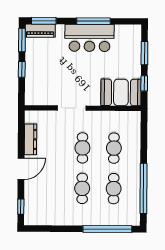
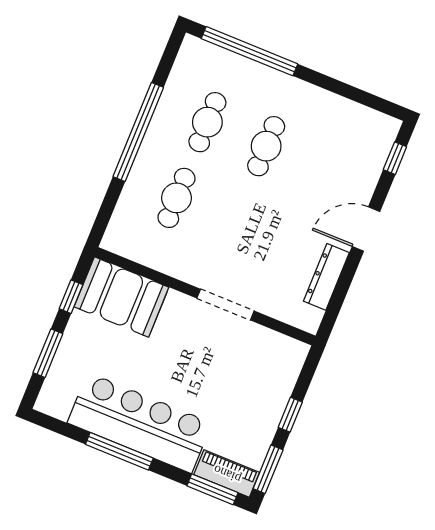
bar counter: (89, 38) -> (140, 423), width x1.36
cafe table: (82, 148) -> (235, 222), removed
window: (143, 188) -> (138, 132), moved

